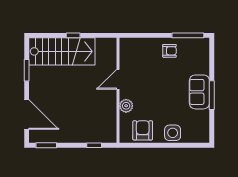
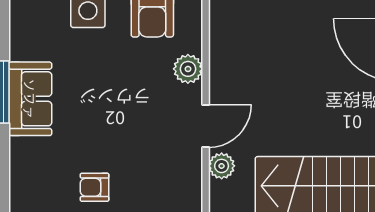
plant: (111, 61) -> (222, 166), added

